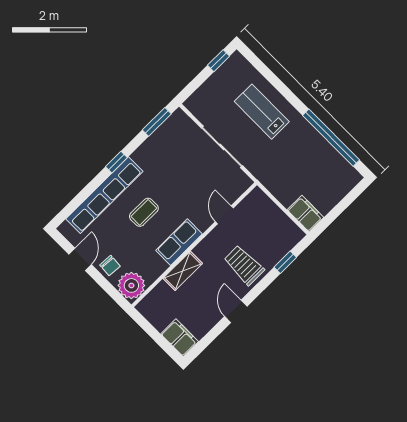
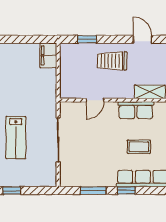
window: (157, 122) -> (93, 191), moved
trolley: (244, 265) -> (112, 61), turned 90
door: (236, 311) -> (143, 39), swing flipped

